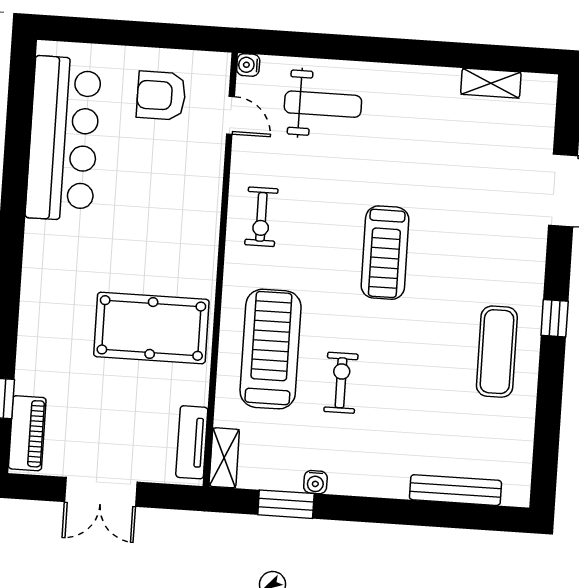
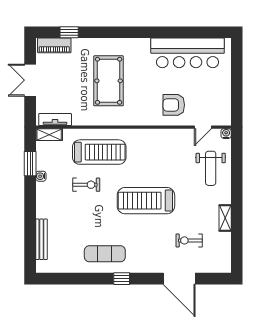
shelving: (491, 83) -> (225, 218), moved
armchair: (161, 96) -> (174, 105), moved, turned -90
exercise bike: (261, 217) -> (189, 240), moved
treadmill: (385, 253) -> (146, 201), width x1.37, depth x1.38
pool table: (151, 328) -> (109, 81), moved

